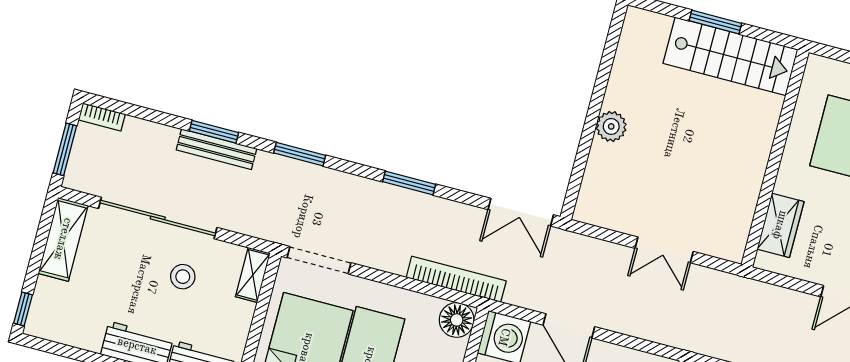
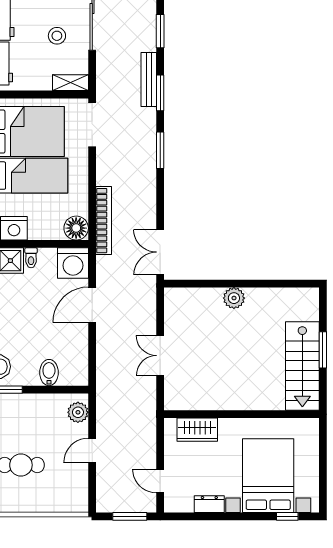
bench: (216, 149) -> (149, 79), moved
window: (409, 183) -> (160, 150), moved

